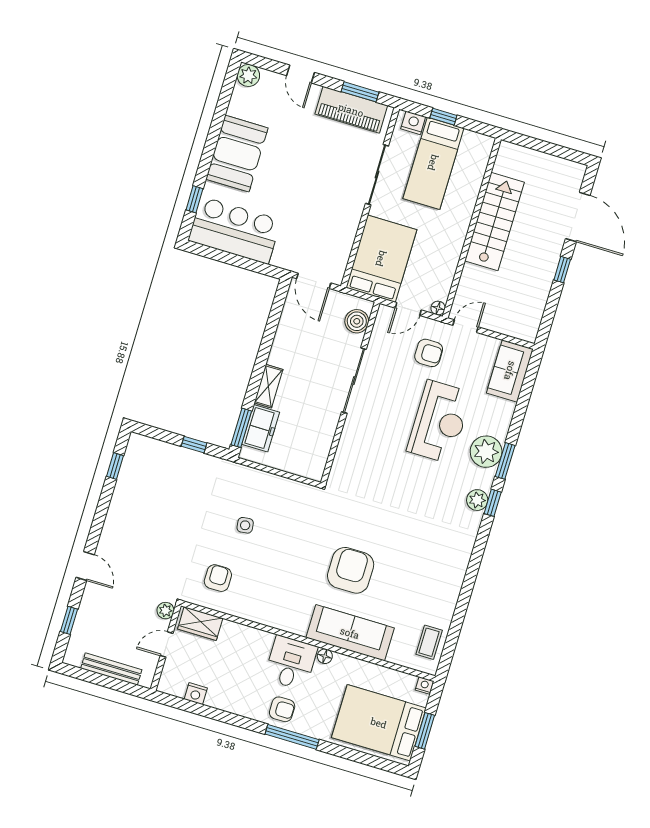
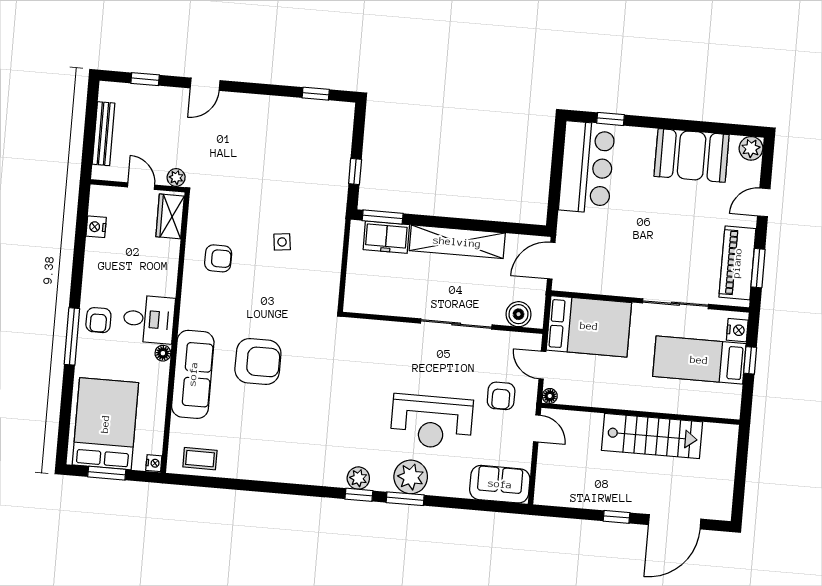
booth: (237, 154) -> (692, 155), moved
shelving: (269, 386) -> (457, 242), width x2.20, depth x1.33
armchair: (218, 578) -> (218, 258), moved

